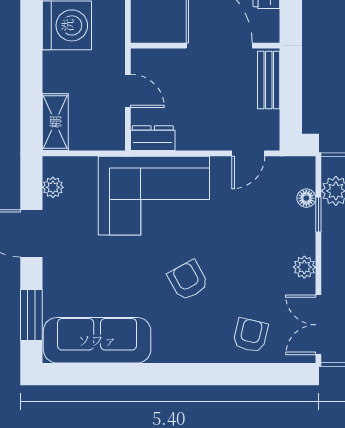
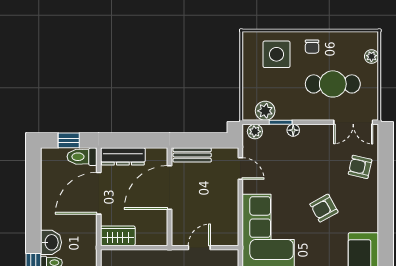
dresser: (153, 138) -> (230, 231), removed
floor lamp: (306, 198) -> (293, 130), moved
plant: (304, 267) -> (255, 132), moved

